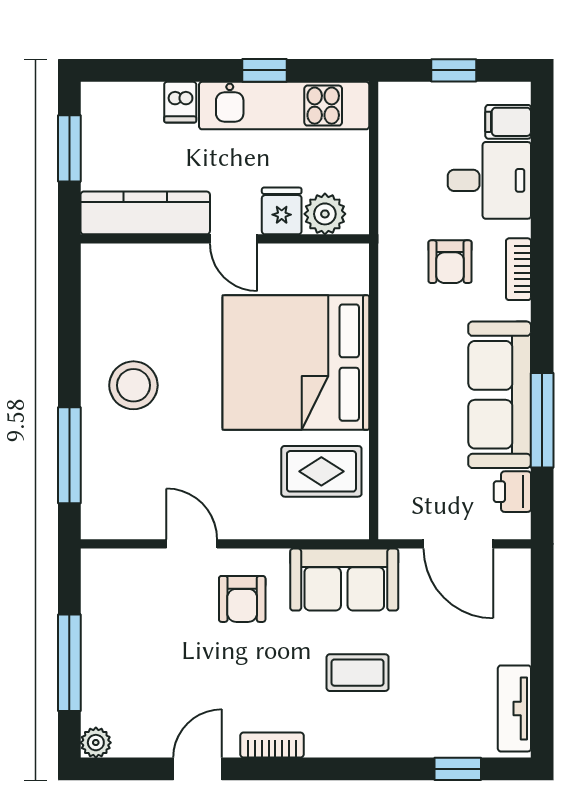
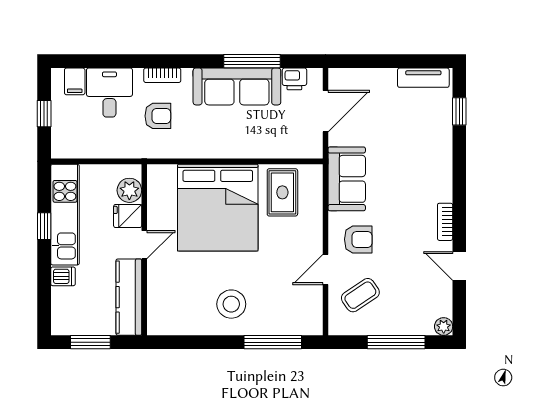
coffee table: (358, 673) -> (360, 295), moved, turned 56

